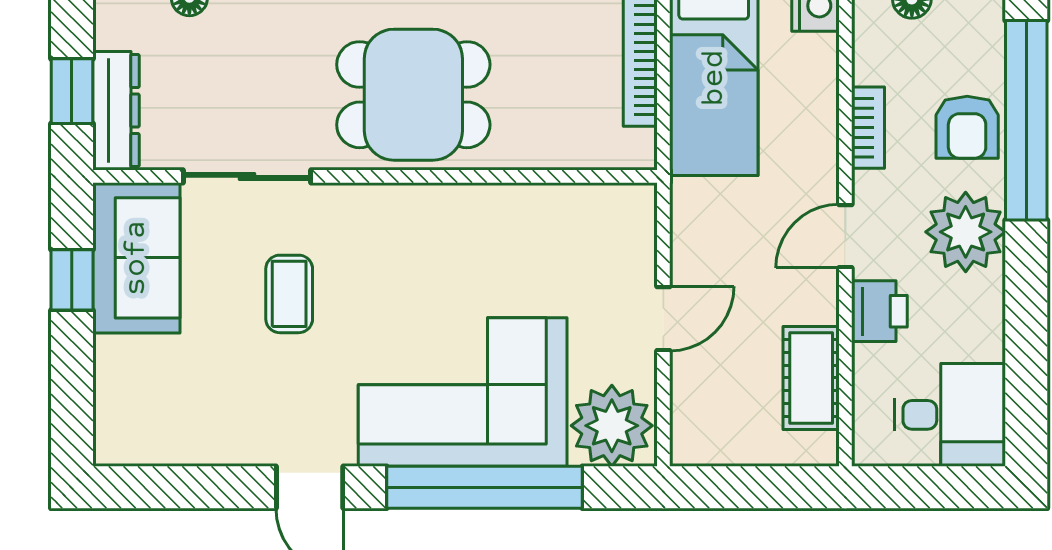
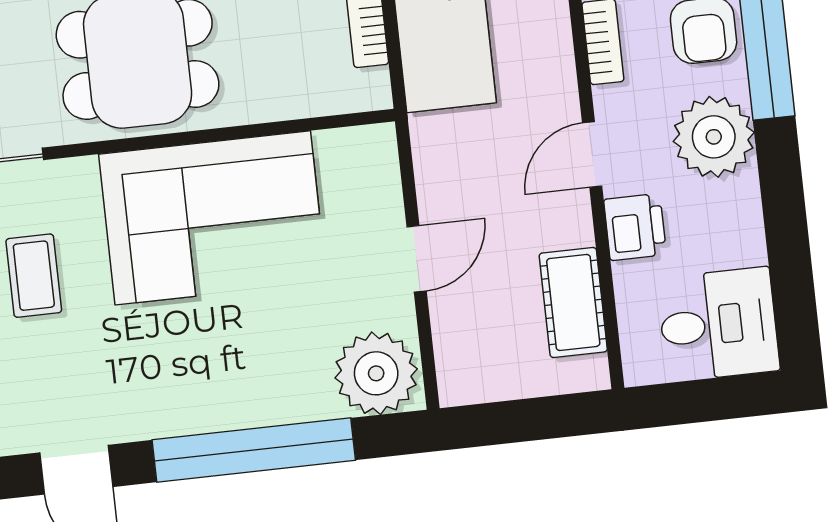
corner sofa: (463, 392) -> (213, 218), moved, turned 180

